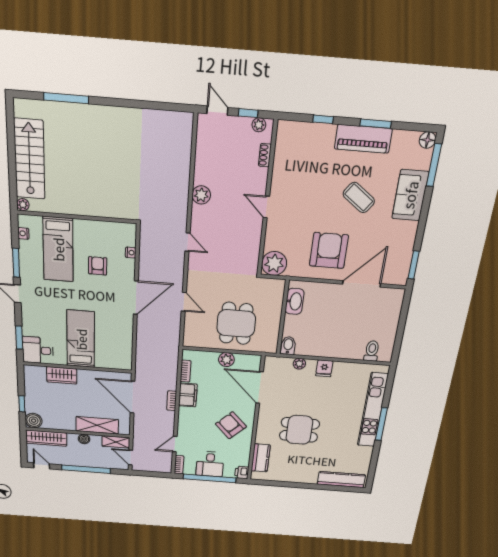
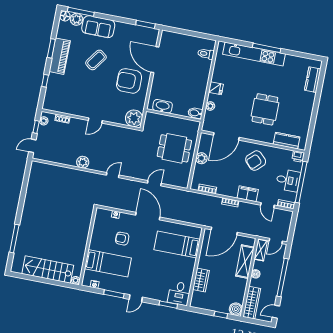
plant: (422, 159) -> (76, 19), added
bed: (81, 339) -> (177, 245), moved
filing cabinet: (188, 395) -> (248, 194), moved
kitchen counter: (341, 480) -> (313, 80), width x0.67

